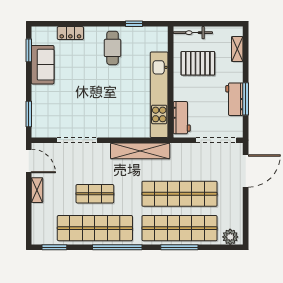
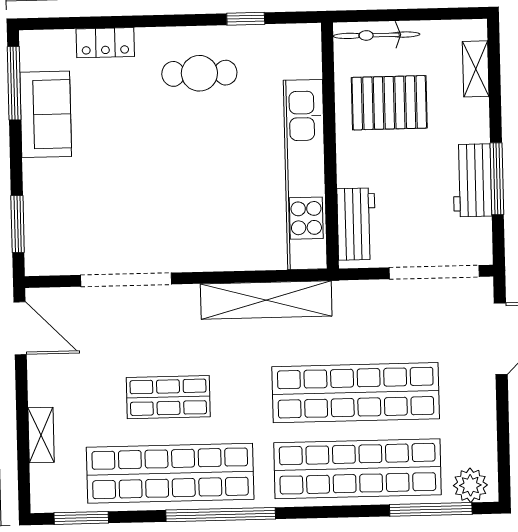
cafe table: (113, 48) -> (199, 73), turned 90
window: (29, 50) -> (14, 83), width x1.44
shelving: (37, 190) -> (41, 435), moved
window: (179, 247) -> (431, 509), moved

